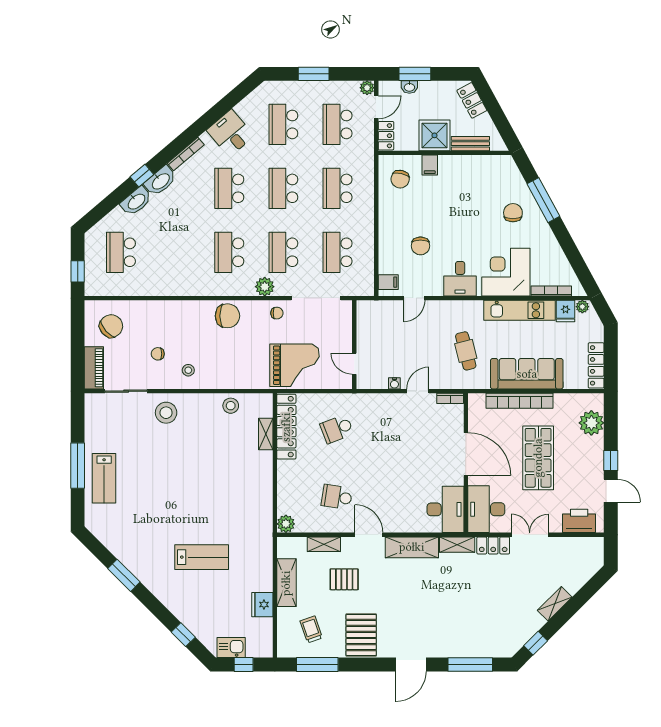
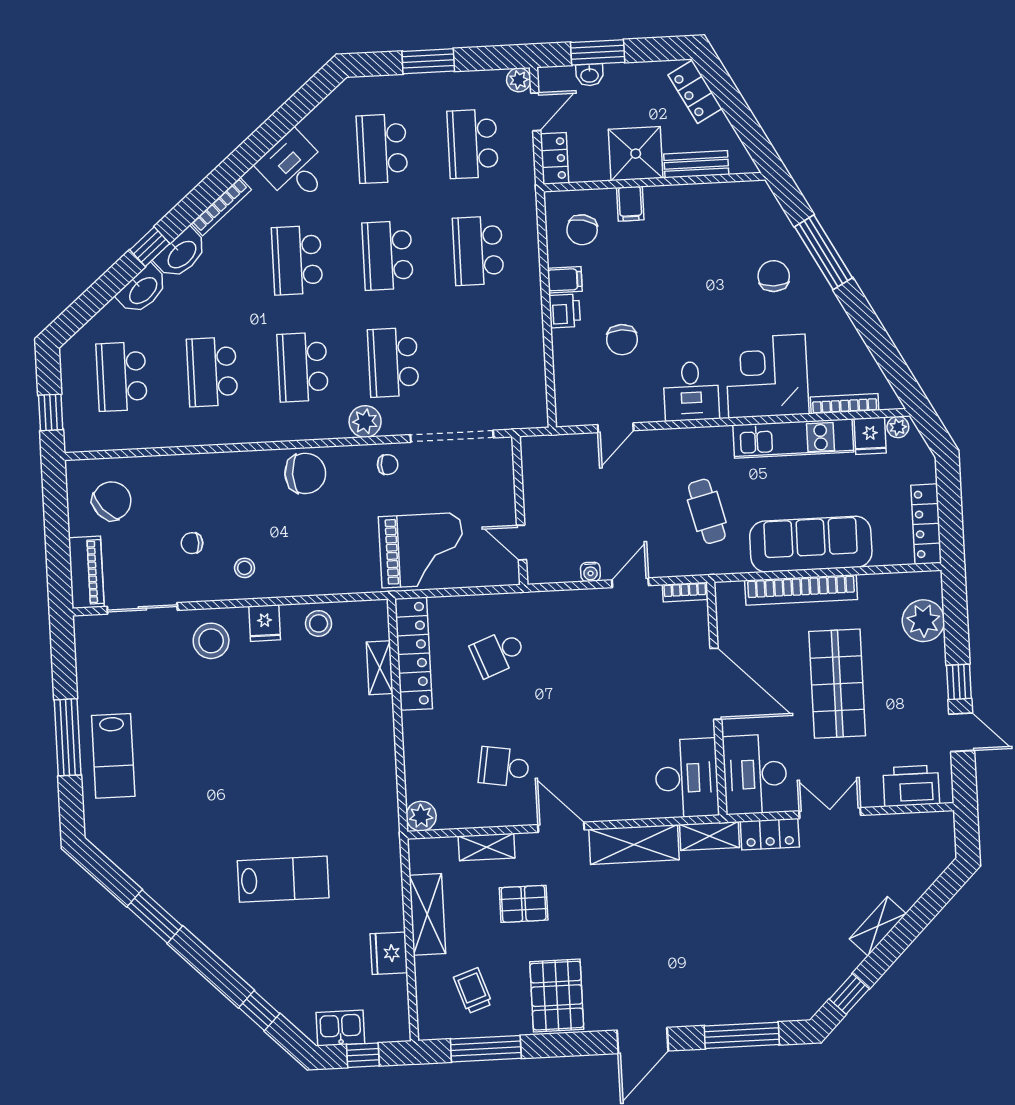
printer: (387, 227) -> (565, 311), added
school desk: (338, 252) -> (212, 372), moved
filing cabinet: (388, 282) -> (565, 280), moved
fridge: (199, 404) -> (265, 623), added

